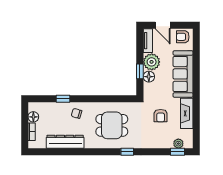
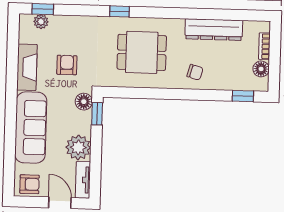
window: (140, 71) -> (97, 114), moved
floor lamp: (149, 77) -> (84, 102), moved
window: (63, 99) -> (243, 96), moved

